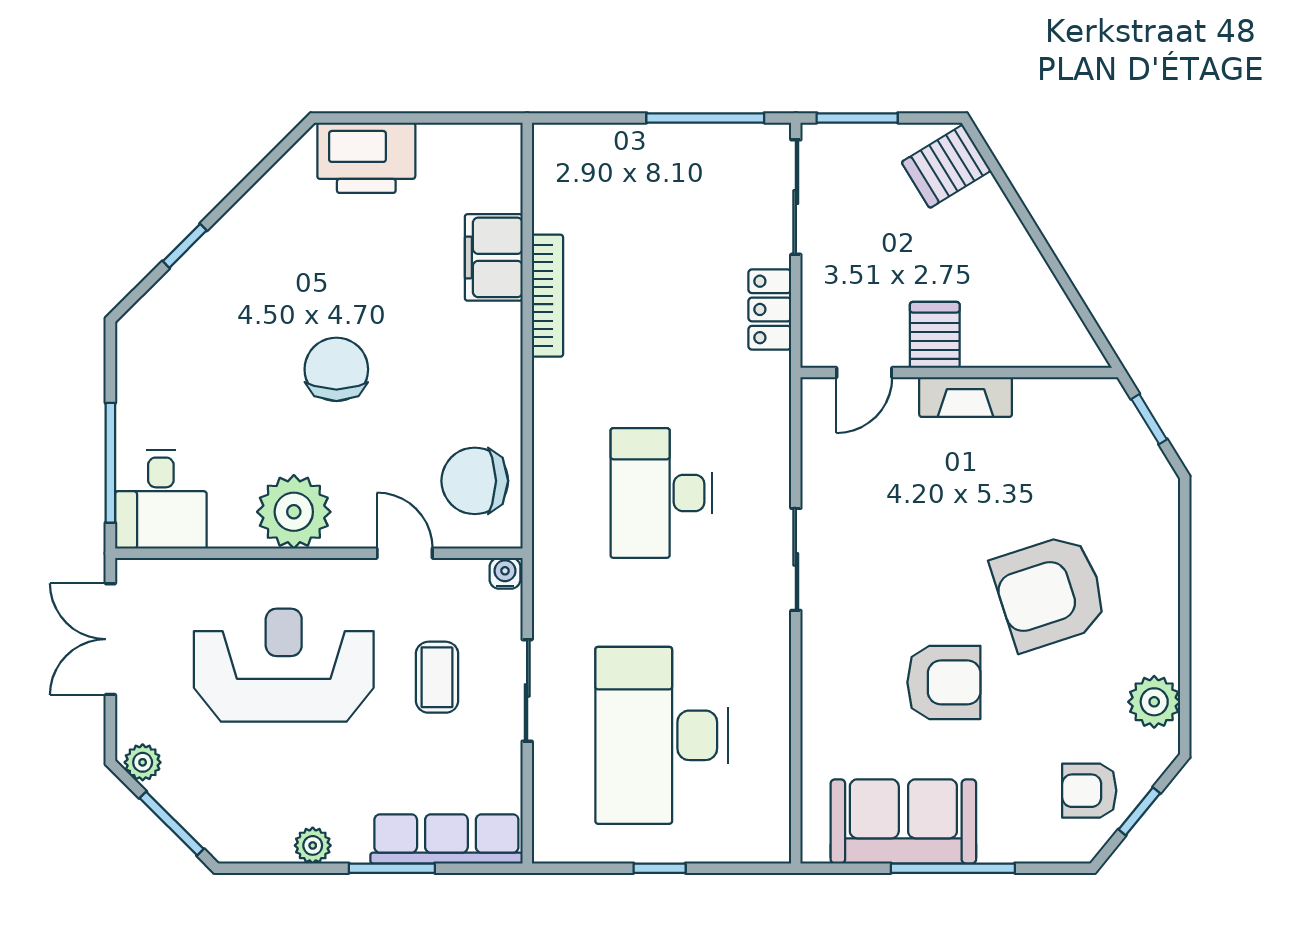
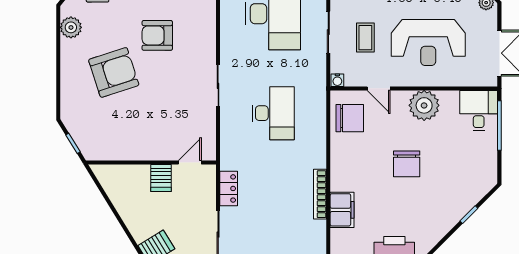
fireplace: (966, 397) -> (148, 153), removed

